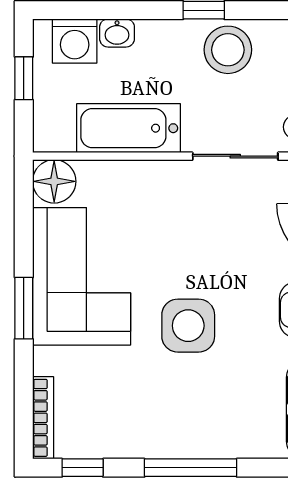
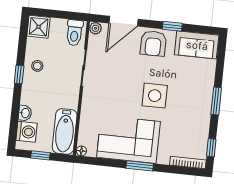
stool: (228, 50) -> (37, 66), width x0.53, depth x0.53
bathtub: (129, 128) -> (65, 131), moved
floor lamp: (54, 181) -> (81, 151), width x0.53, depth x0.53
window: (191, 468) -> (216, 101), width x0.69

